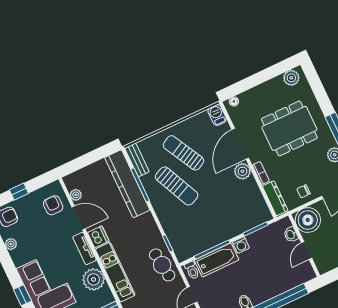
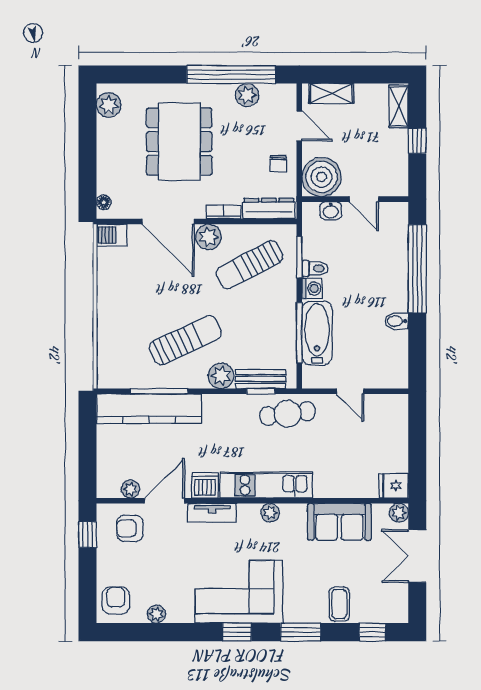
sun lounger: (184, 153) -> (249, 265), moved
bench: (137, 160) -> (261, 379), moved
window: (19, 192) -> (87, 535), moved
plant: (166, 216) -> (221, 376), added
toilet: (192, 270) -> (315, 268), moved
plant: (94, 279) -> (270, 513), width x0.53, depth x0.53

